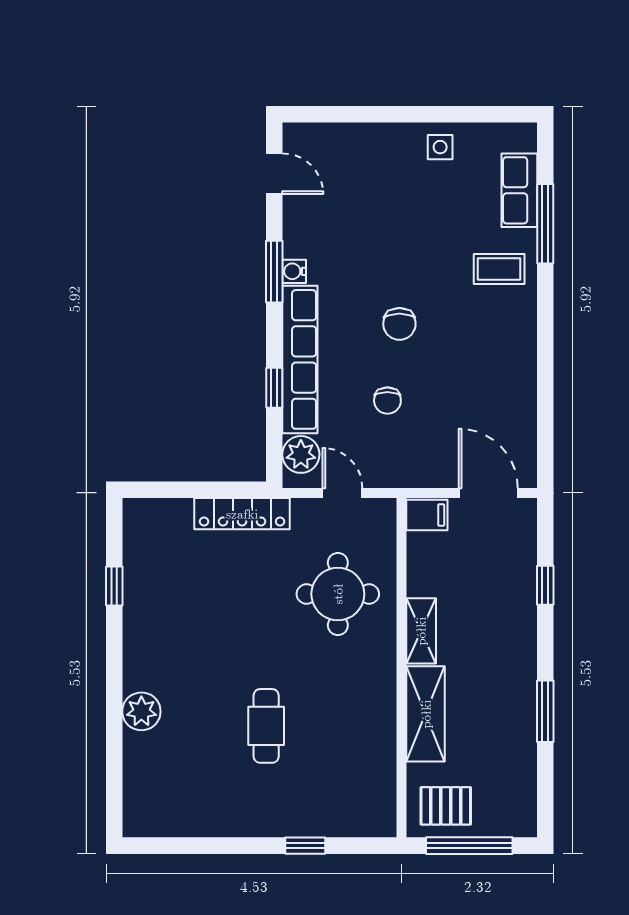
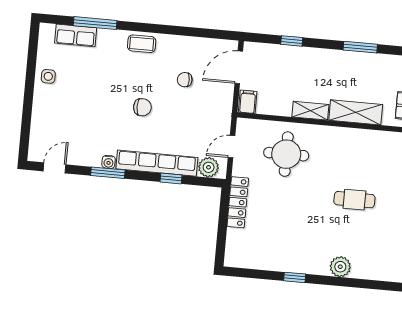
coffee table: (499, 269) -> (142, 44), moved, turned 90
chair: (387, 401) -> (185, 80), moved, turned 180
window: (114, 586) -> (295, 277), moved

